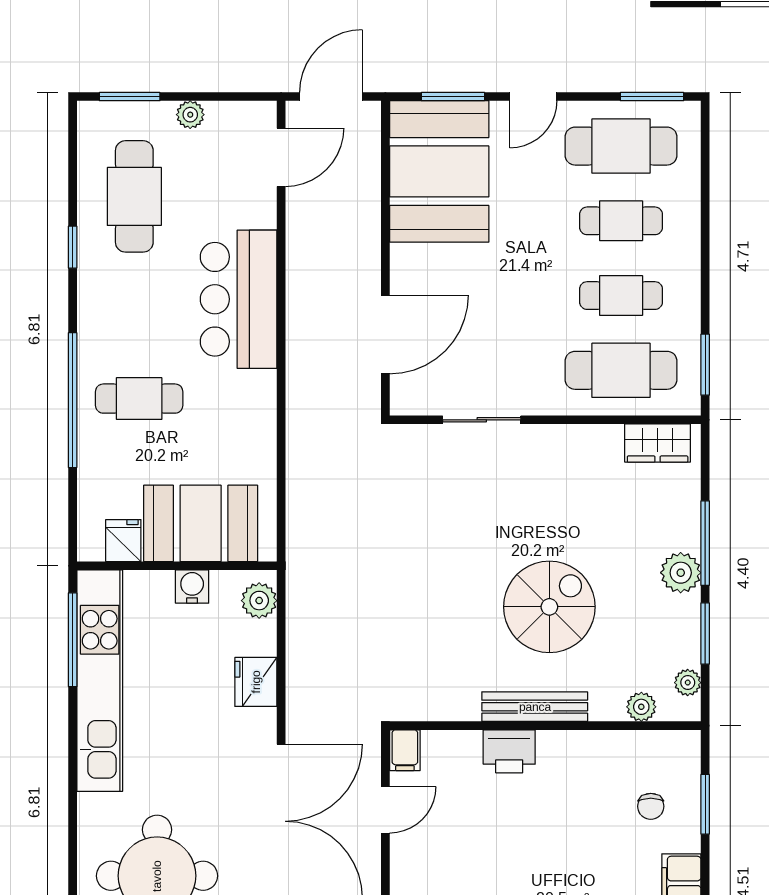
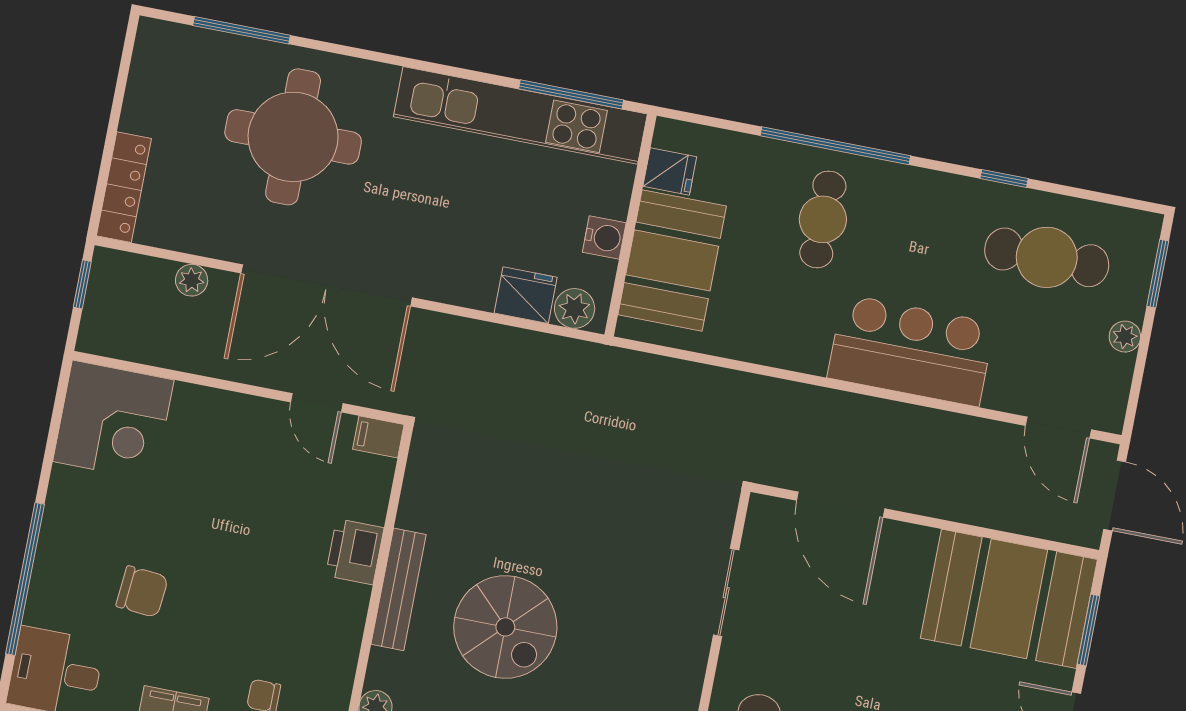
fridge: (256, 682) -> (526, 295), moved

